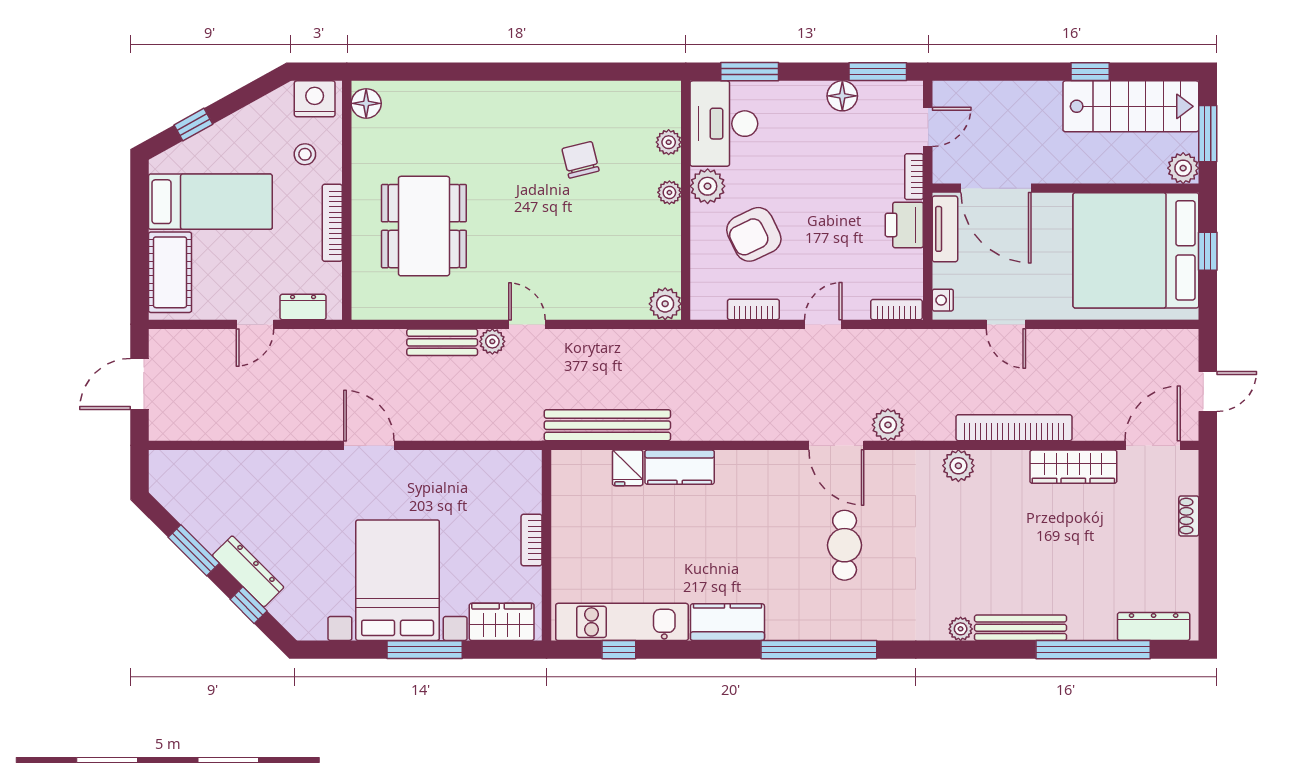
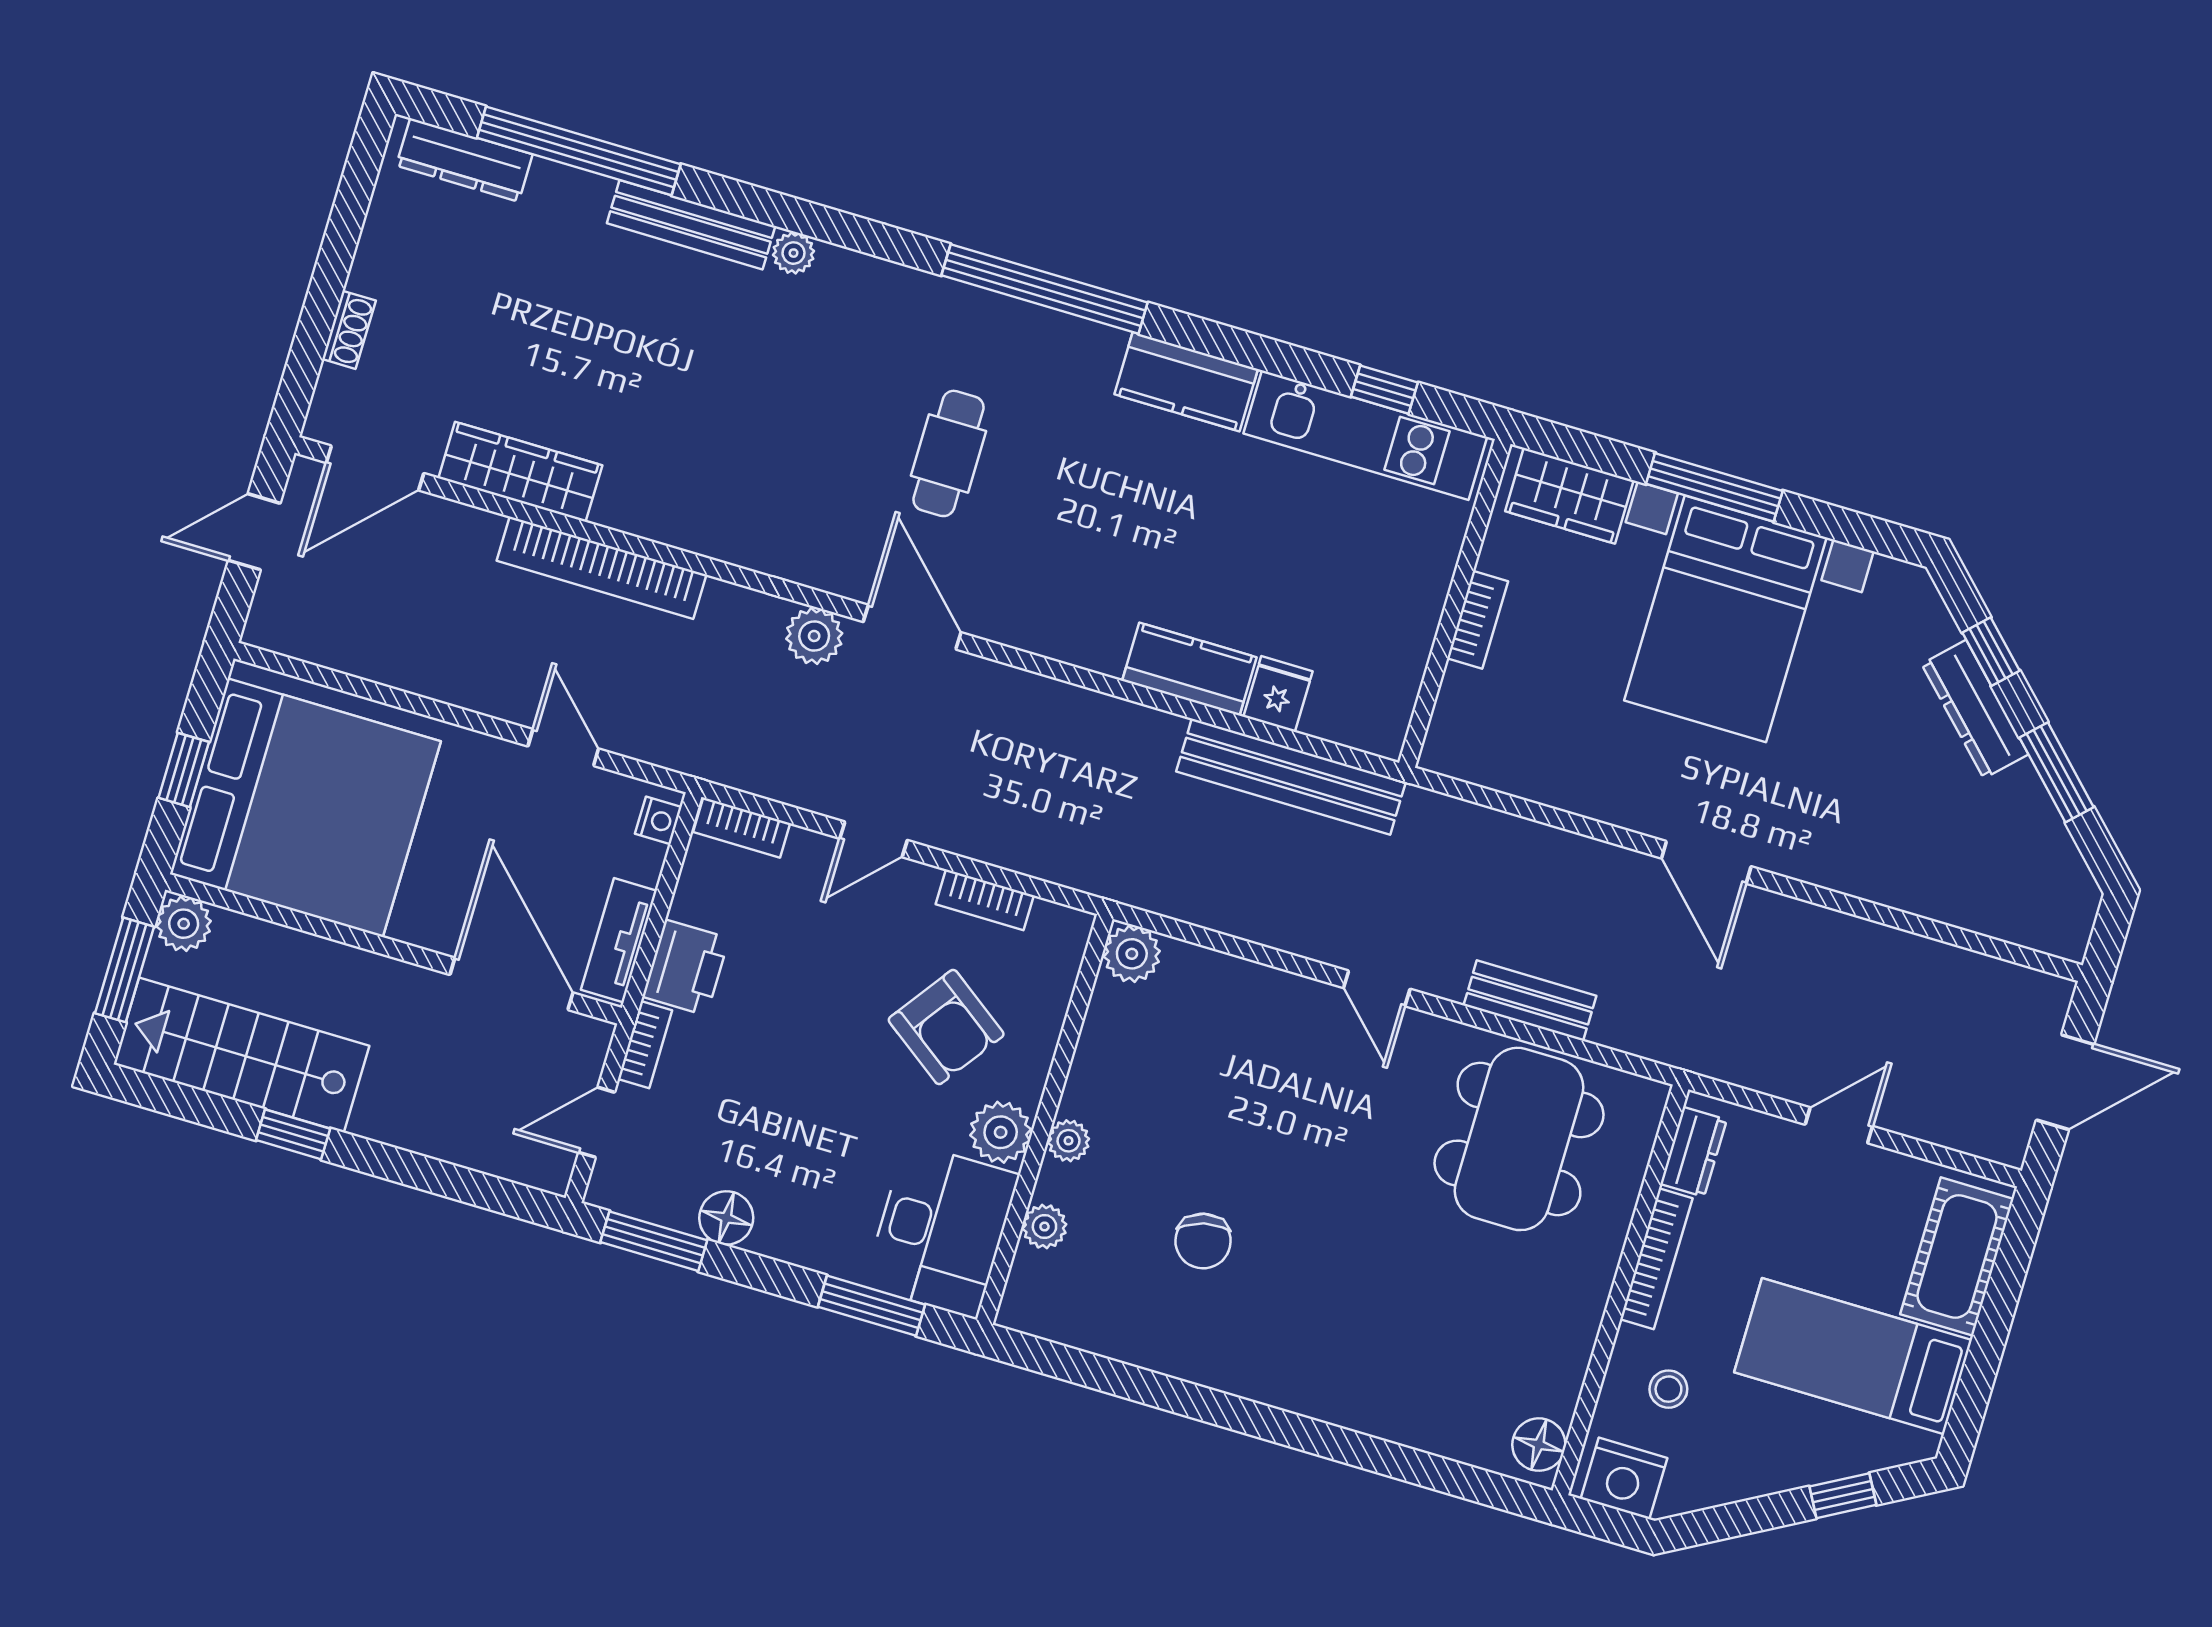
dining table: (424, 226) -> (1519, 1139), moved
armchair: (754, 234) -> (946, 1027), turned 62
dresser: (303, 307) -> (1694, 1152), moved, turned -90
plant: (492, 341) -> (1444, 977), removed
plant: (958, 466) -> (715, 531), removed

